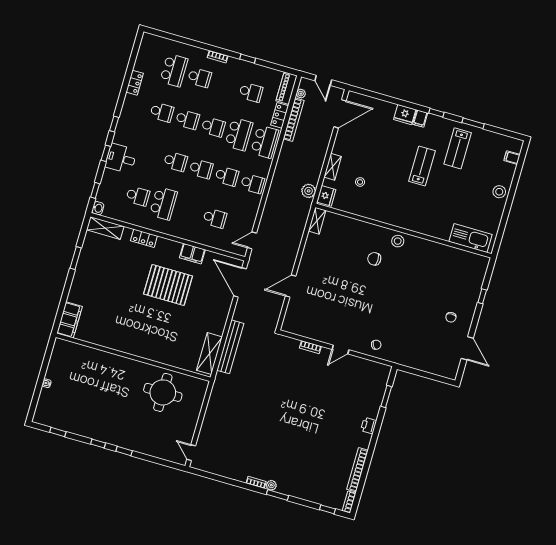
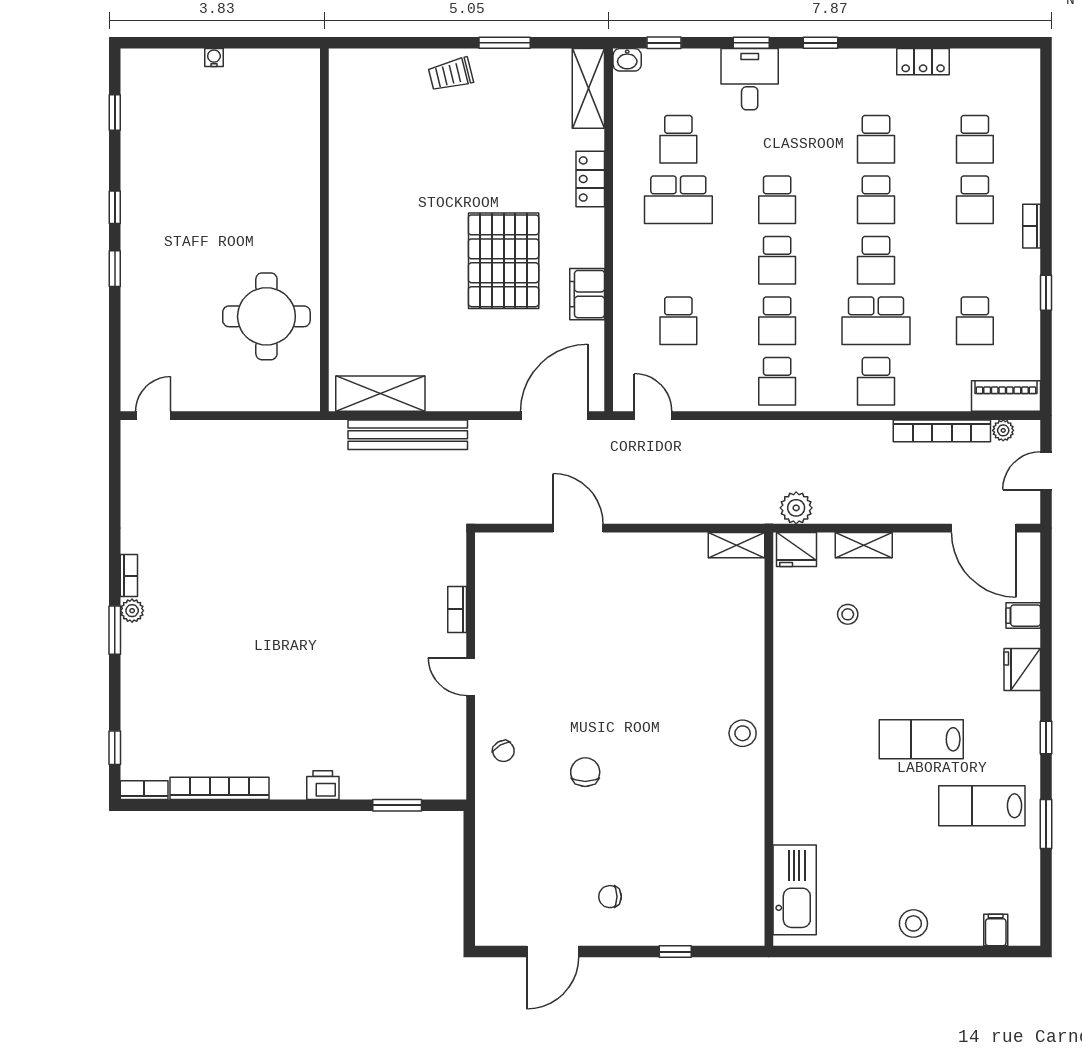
school desk: (174, 70) -> (975, 139), width x0.54
locker: (280, 115) -> (943, 398), removed
filing cabinet: (420, 119) -> (1023, 616), moved
school desk: (264, 142) -> (876, 381), width x0.54
lab bench: (422, 166) -> (921, 739), turned 180
chair: (374, 259) -> (585, 772), moved
trolley: (82, 285) -> (451, 74), added
filing cabinet: (69, 320) -> (366, 68), removed

